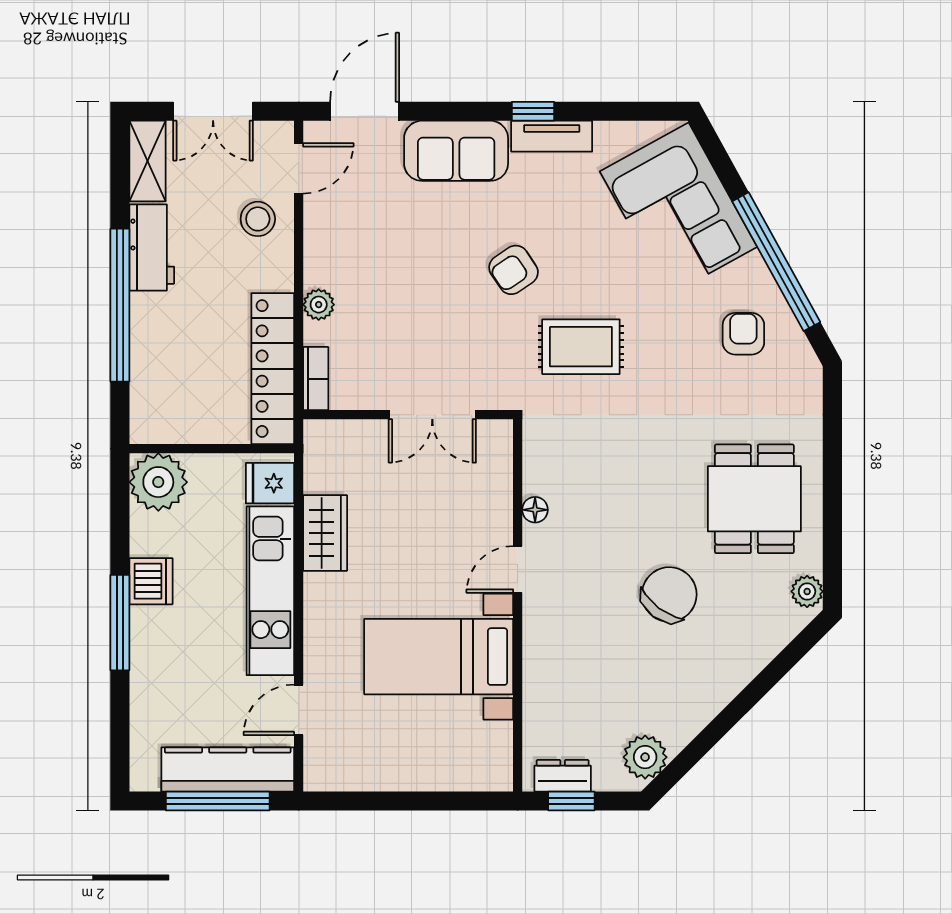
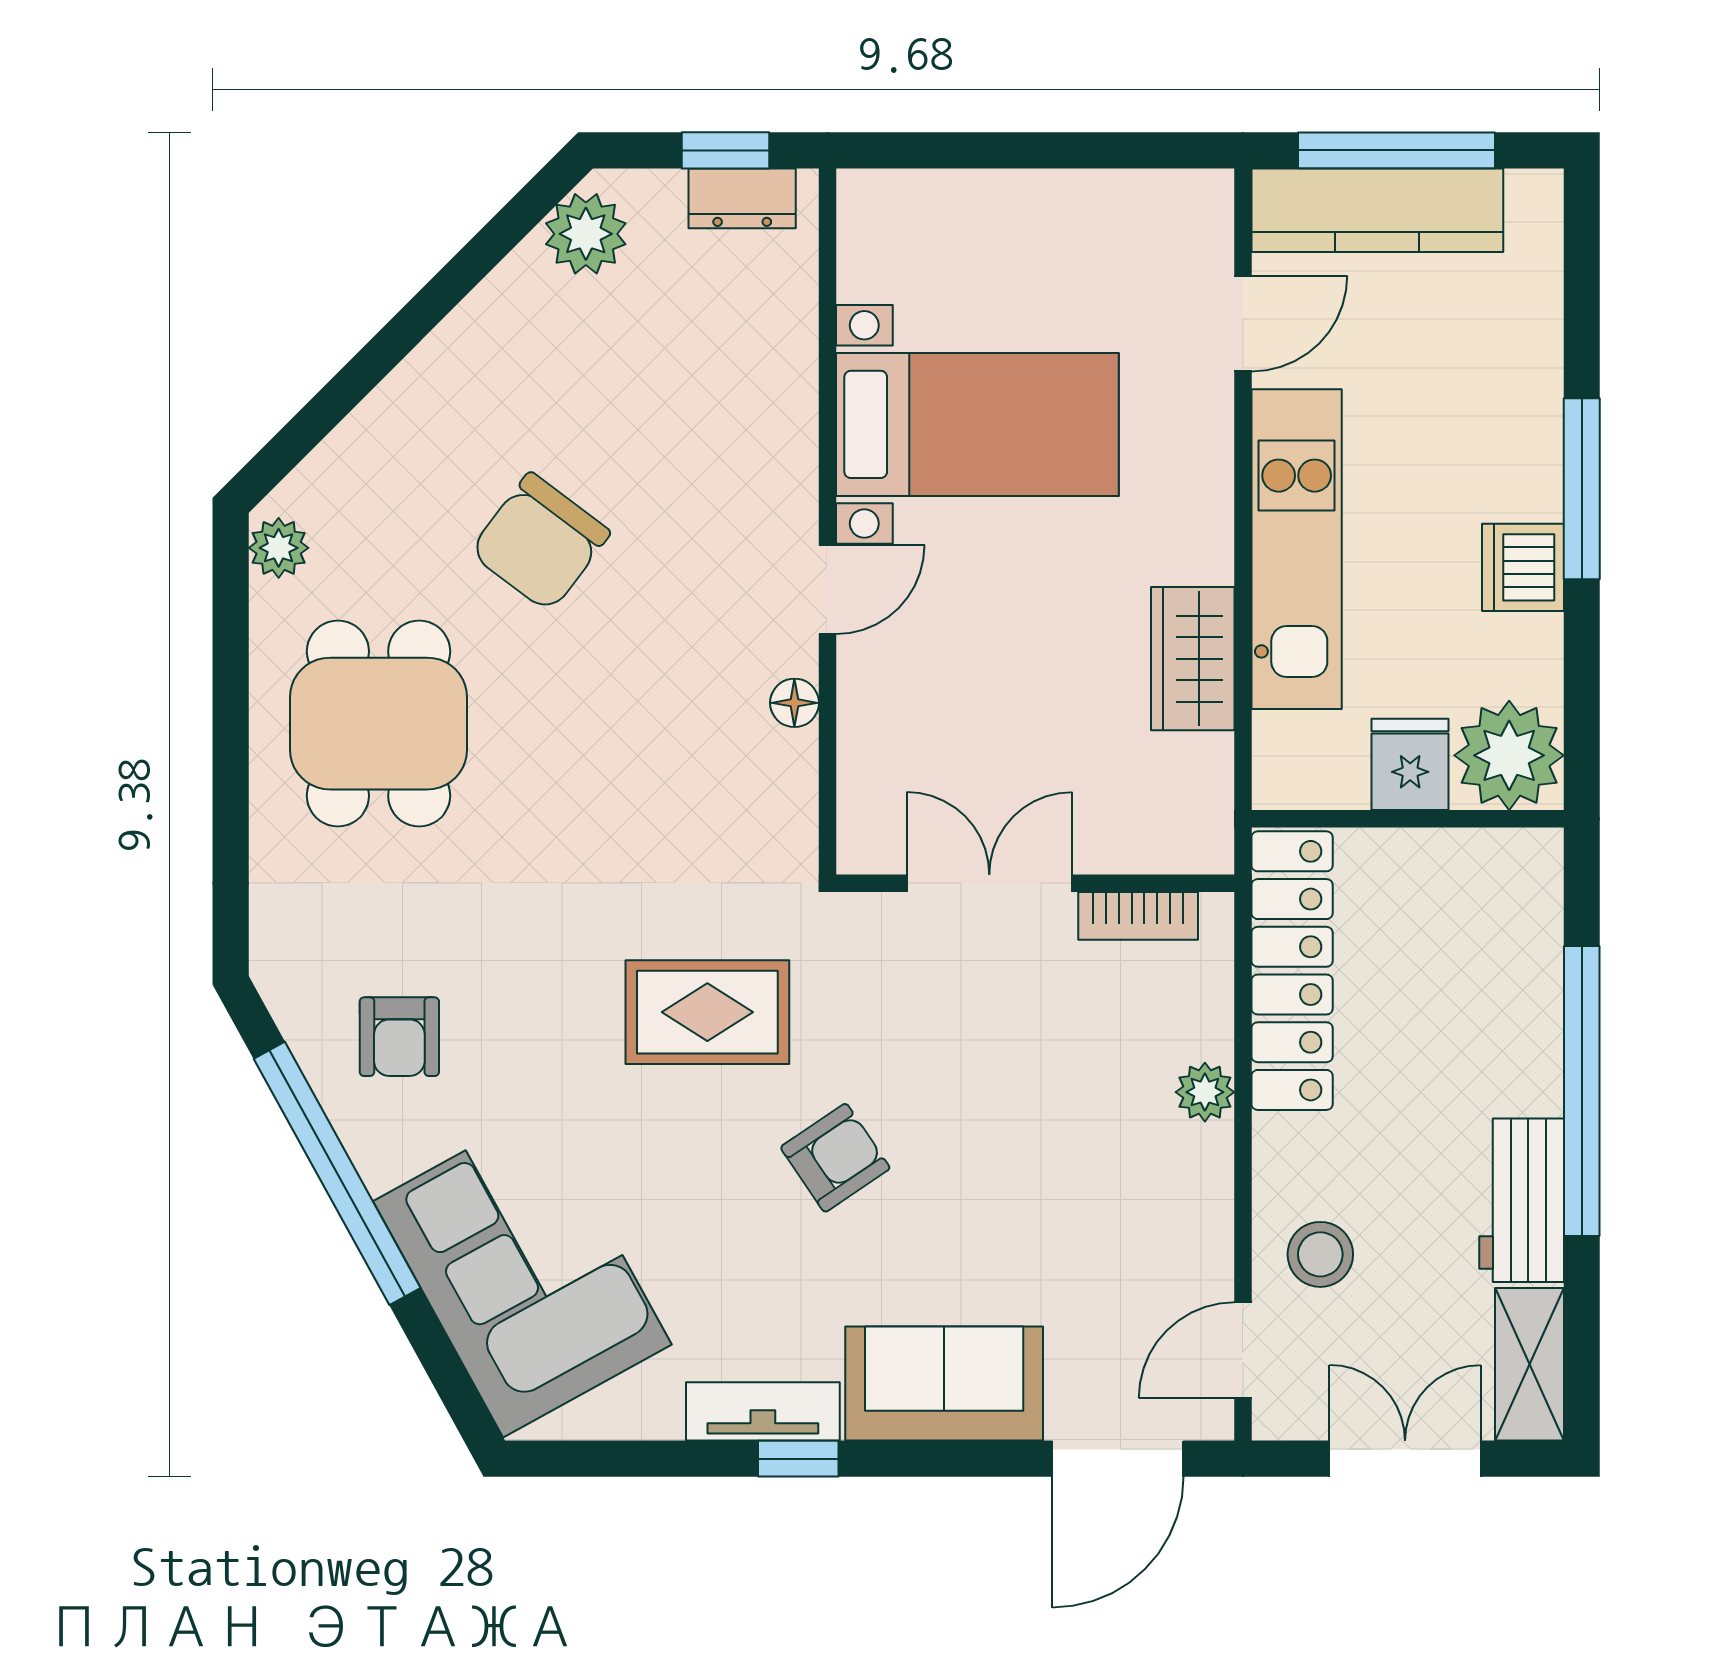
bookcase: (316, 379) -> (1138, 916), moved, turned -90
fridge: (270, 483) -> (1410, 764), moved, turned -90

